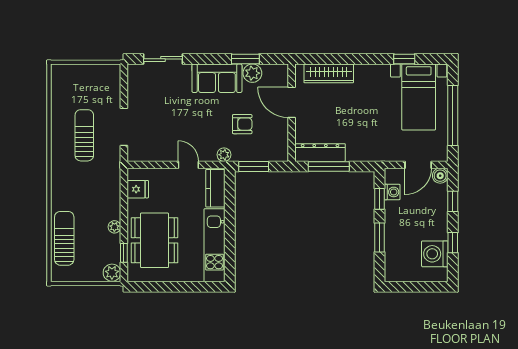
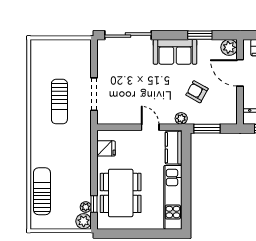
sliding door: (163, 59) -> (128, 35), width x1.37
plant: (252, 73) -> (229, 47), moved
armchair: (242, 124) -> (197, 92), turned -151
sun lounger: (84, 135) -> (59, 102), turned 180
plant: (114, 227) -> (86, 207), moved

